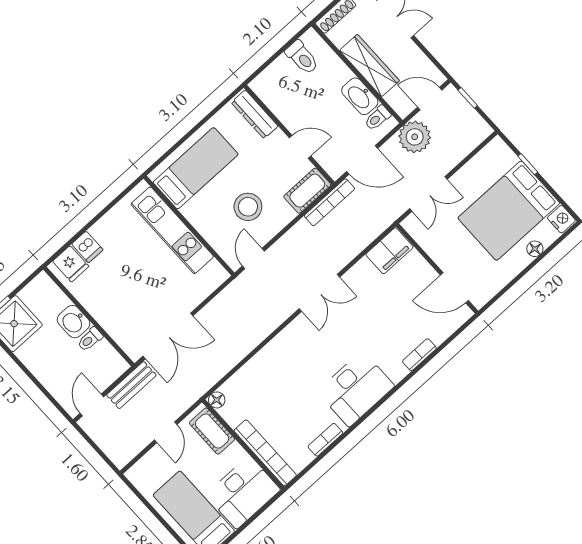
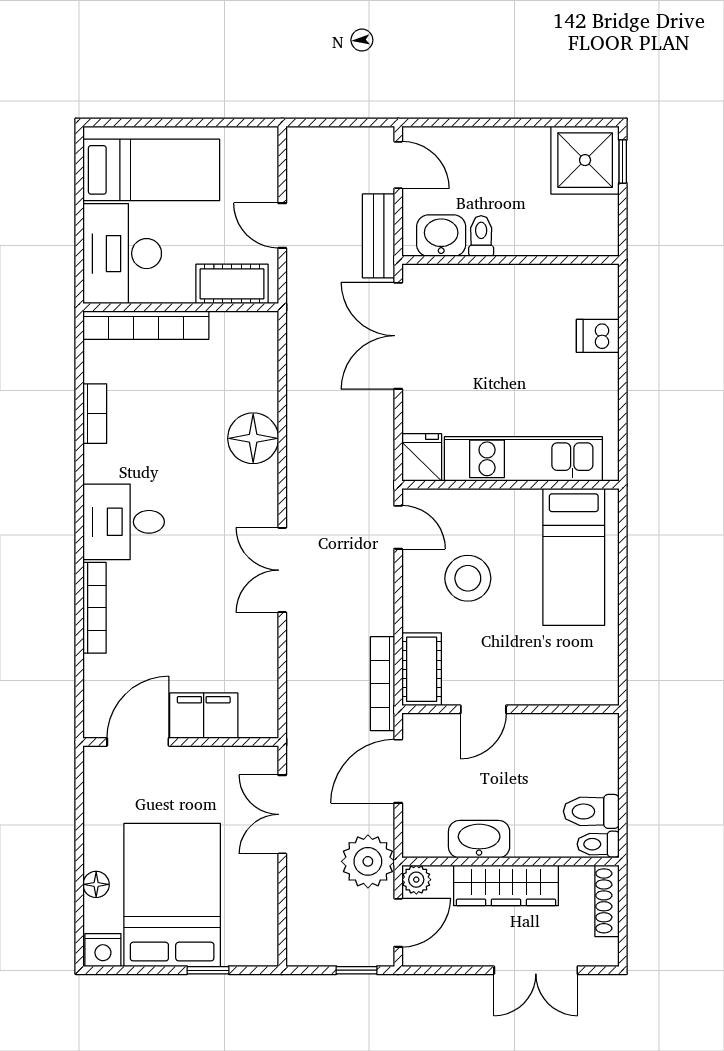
plant: (403, 108) -> (416, 880), added
dresser: (255, 114) -> (574, 690), removed
toilet: (378, 118) -> (598, 844), moved, turned -90
filing cabinet: (389, 251) -> (204, 716), moved, turned 90
fridge: (71, 264) -> (422, 457), moved, turned 90
washbasin: (74, 322) -> (441, 236), moved
bookcase: (419, 355) -> (95, 608), width x1.56
desk: (356, 389) -> (124, 522), width x0.73
floor lamp: (217, 400) -> (253, 438), moved, width x1.89, depth x1.89

